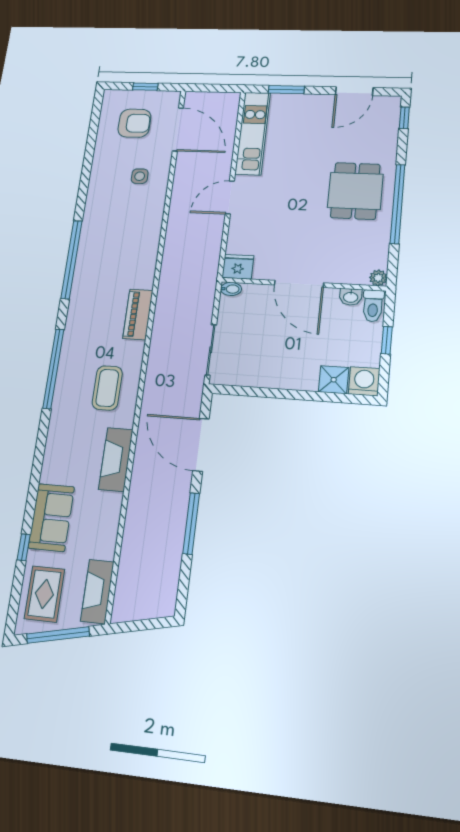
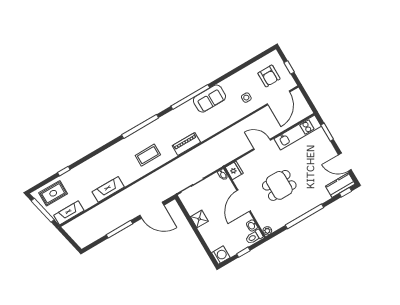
kitchen counter: (387, 119) -> (340, 185), added
dining table: (355, 191) -> (279, 185), moved
shower: (334, 380) -> (199, 219), moved
door: (201, 445) -> (152, 210), swing flipped
fireplace: (116, 459) -> (108, 189), moved
sofa: (51, 517) -> (209, 99), moved

